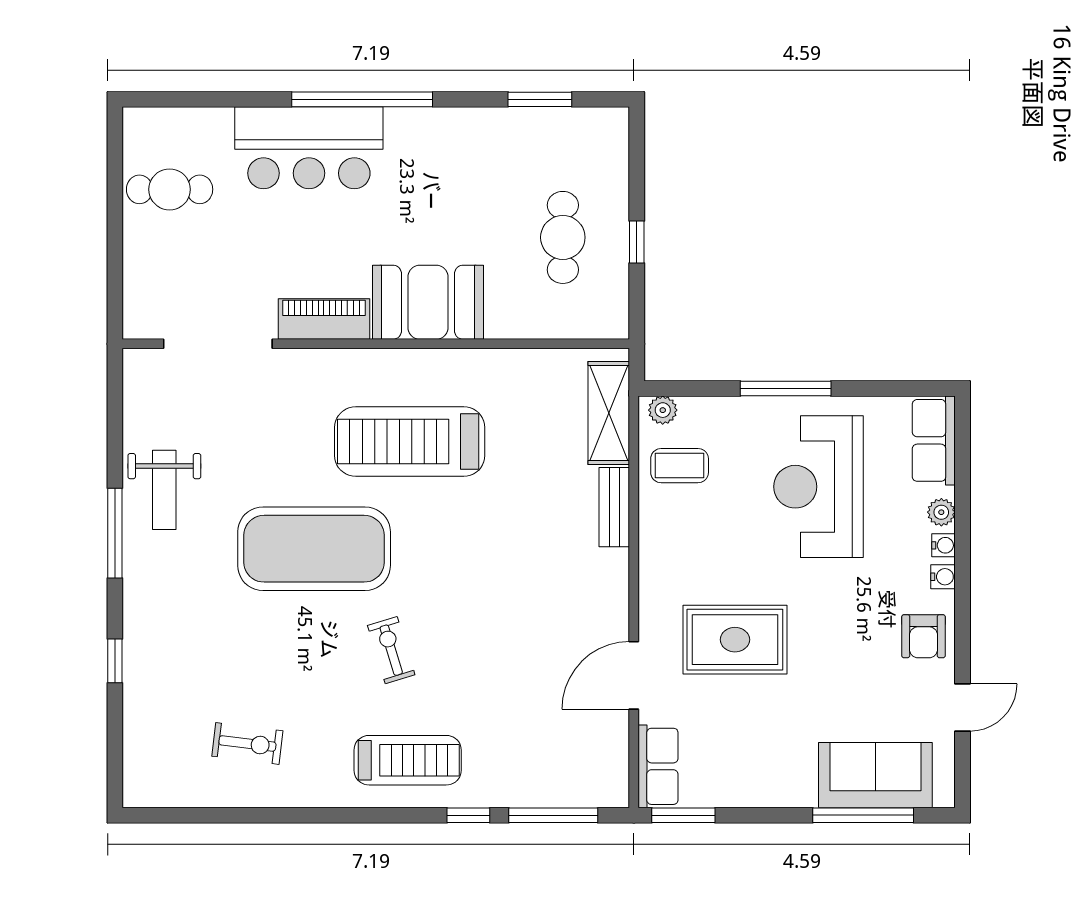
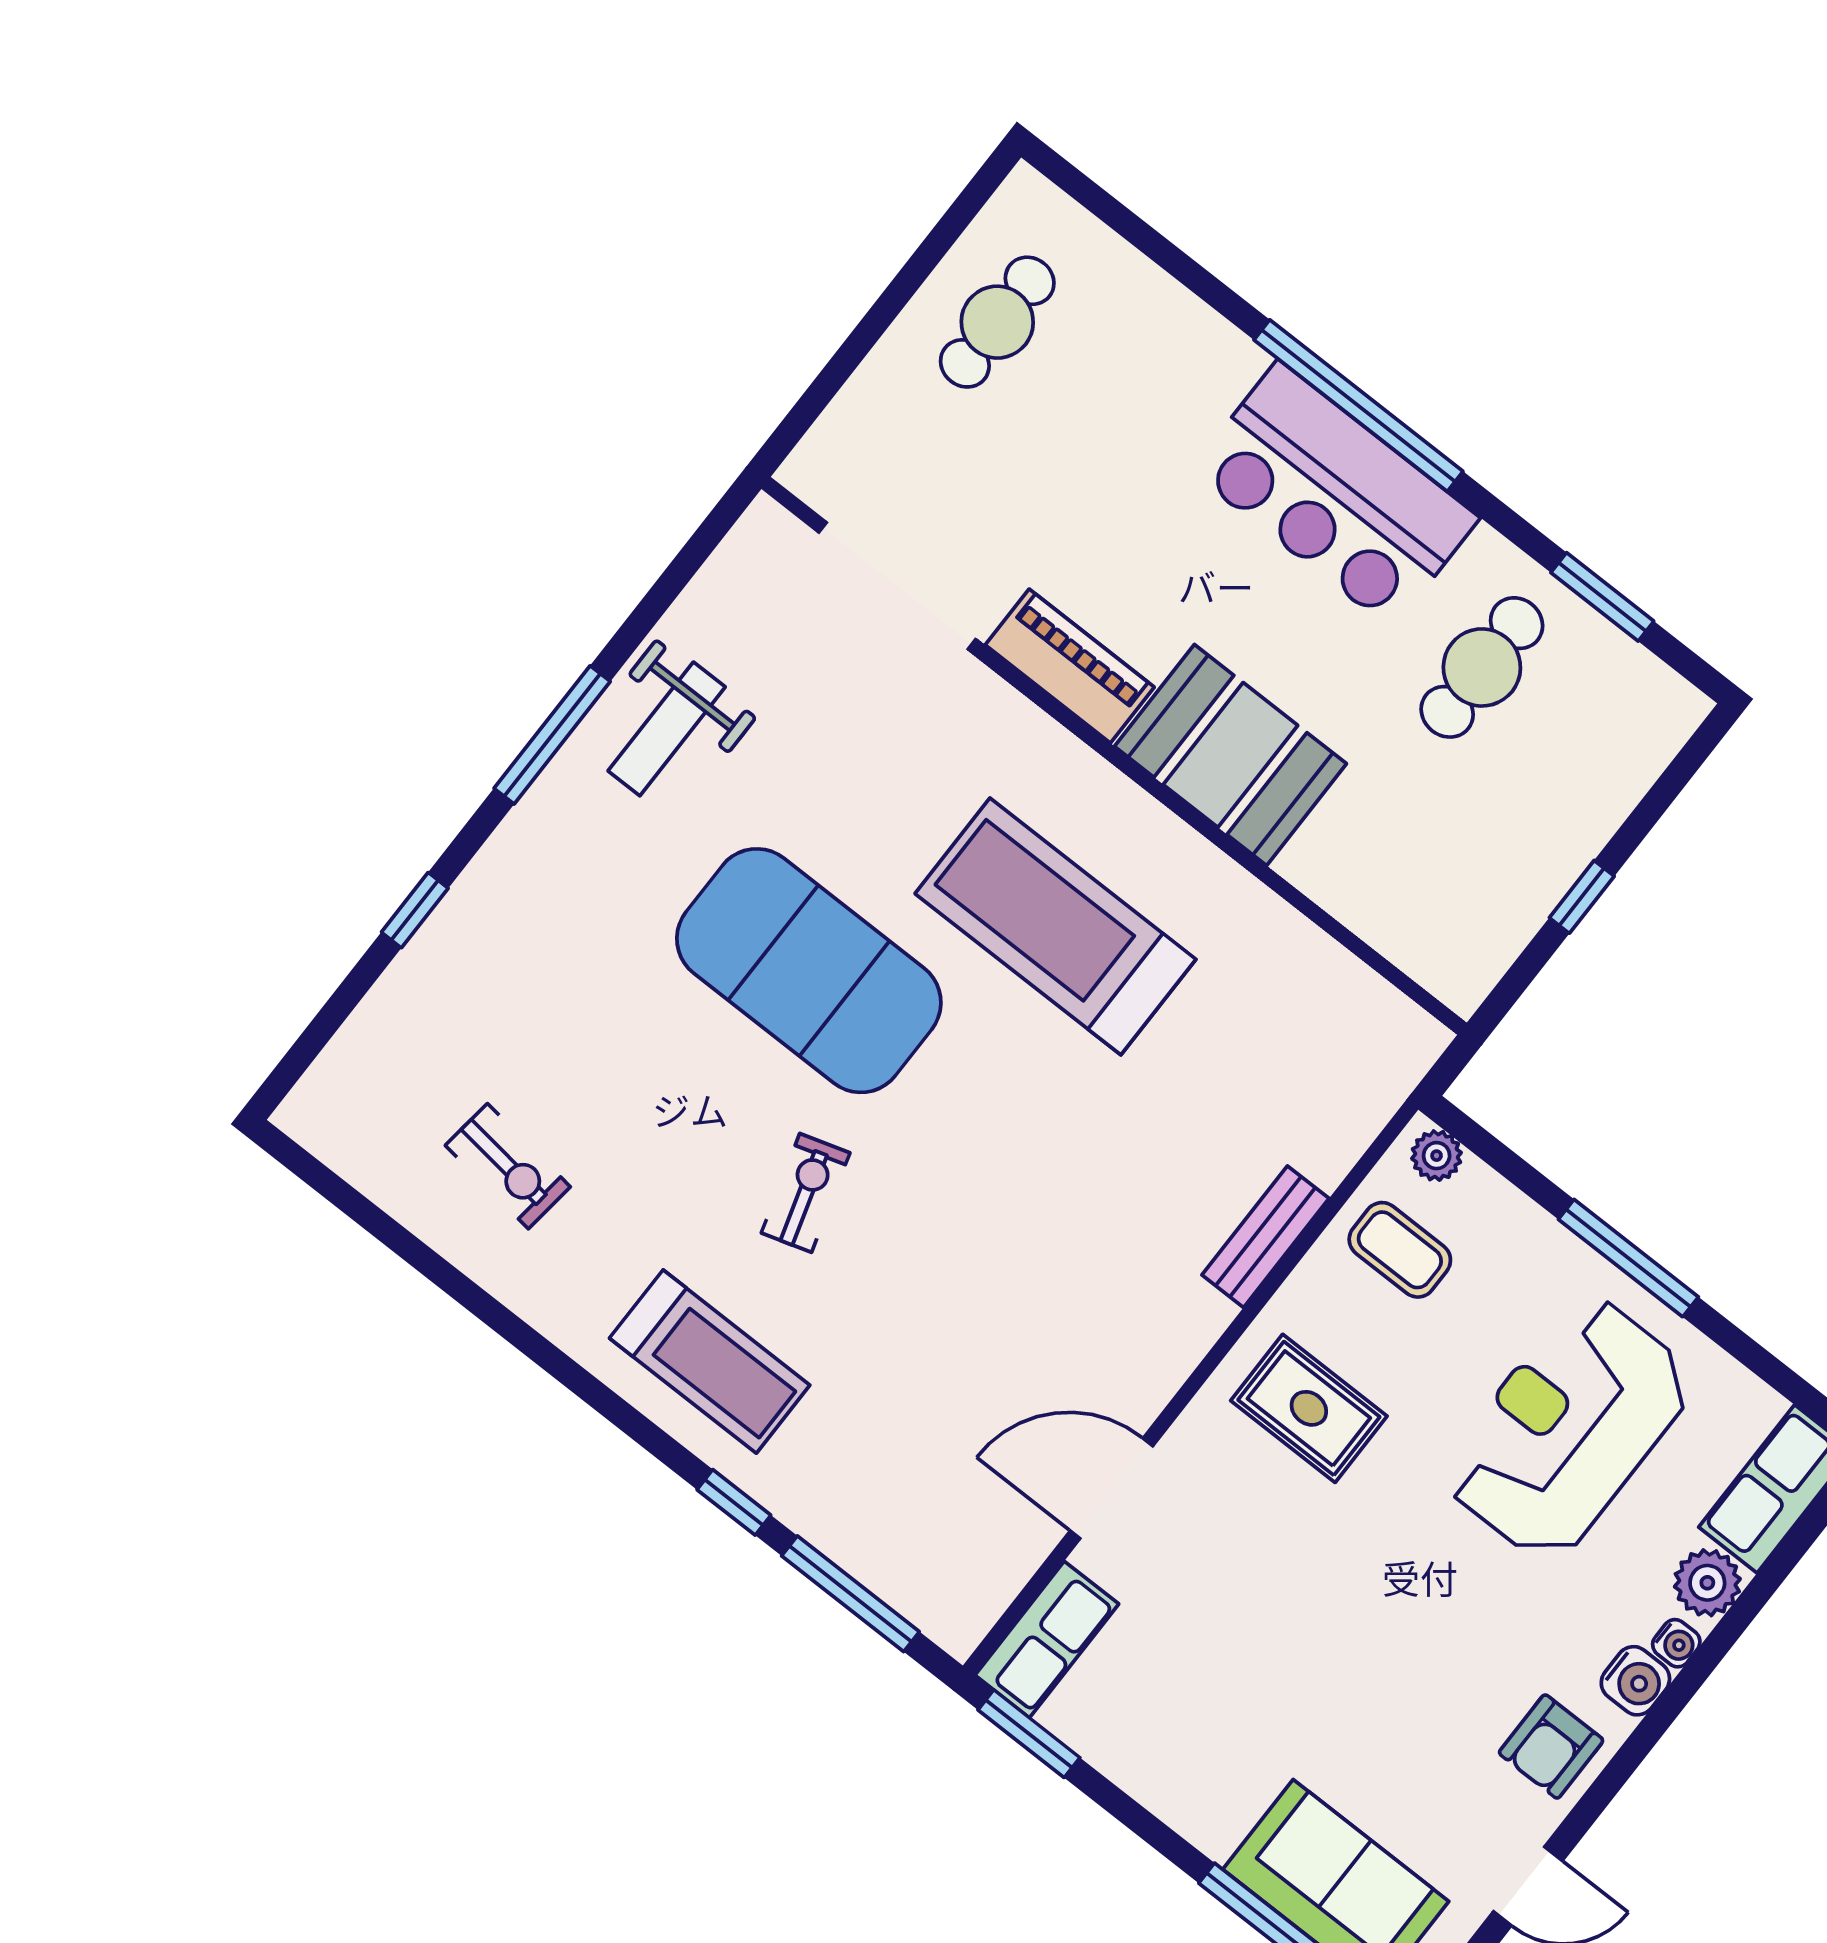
bar counter: (309, 148) -> (1335, 495), moved
cafe table: (170, 189) -> (997, 322), turned 90
cafe table: (563, 237) -> (1482, 667), moved
shelving: (609, 413) -> (1359, 1101), removed
plant: (941, 512) -> (1707, 1583), width x1.38, depth x1.38
water cooler: (943, 577) -> (1635, 1681), width x1.38, depth x1.38
rug: (735, 640) -> (1309, 1408), moved, width x0.73, depth x0.70

